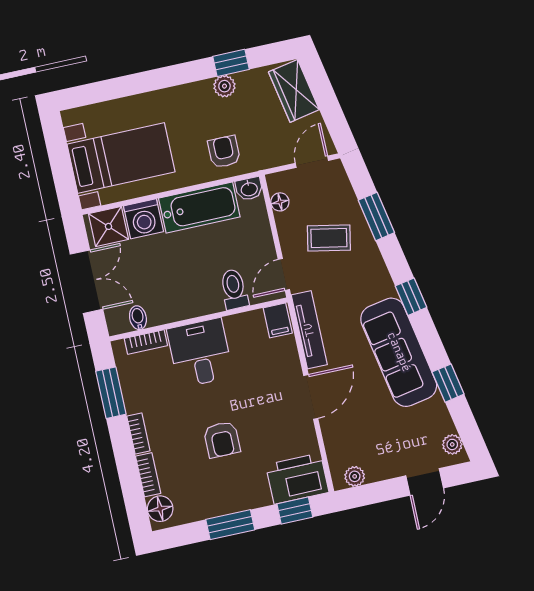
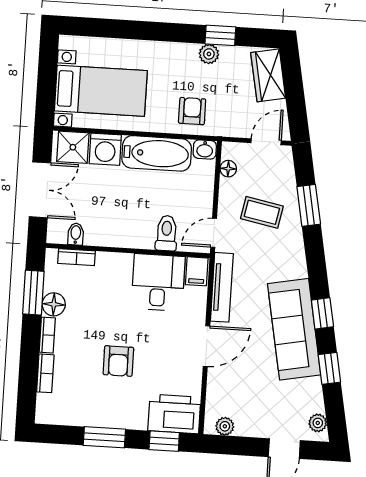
window: (411, 297) -> (322, 313), moved
desk: (200, 353) -> (158, 282), moved
floor lamp: (160, 509) -> (54, 304), moved

